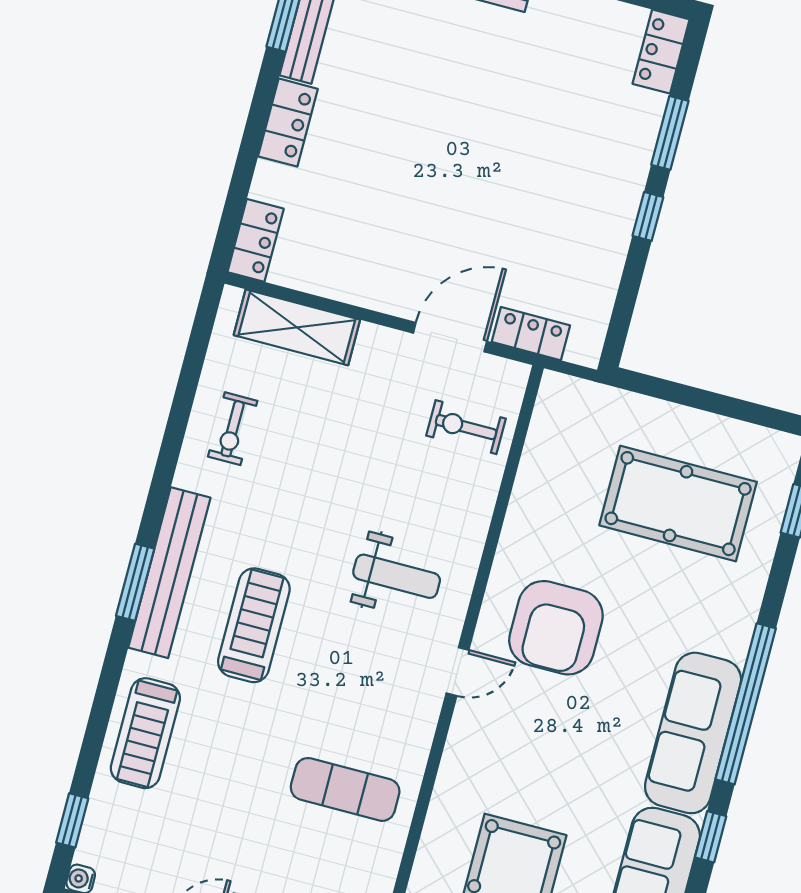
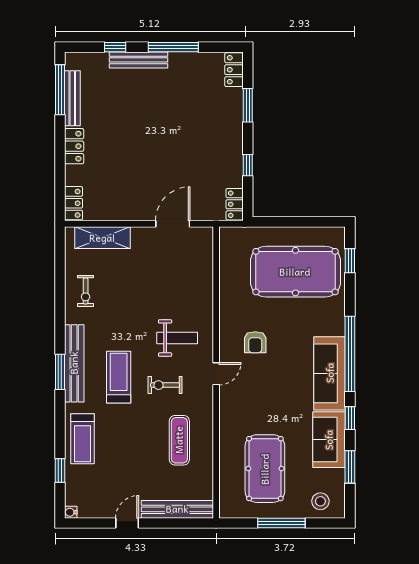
window: (648, 216) -> (248, 165), moved
locker: (531, 334) -> (235, 204), moved, turned -90
exercise bike: (466, 427) -> (165, 385), moved
pool table: (678, 504) -> (295, 272), width x1.36, depth x1.32
armchair: (556, 628) -> (255, 342), width x0.53, depth x0.53
exercise mat: (345, 789) -> (179, 440), turned 90
window: (72, 820) -> (60, 471), moved

